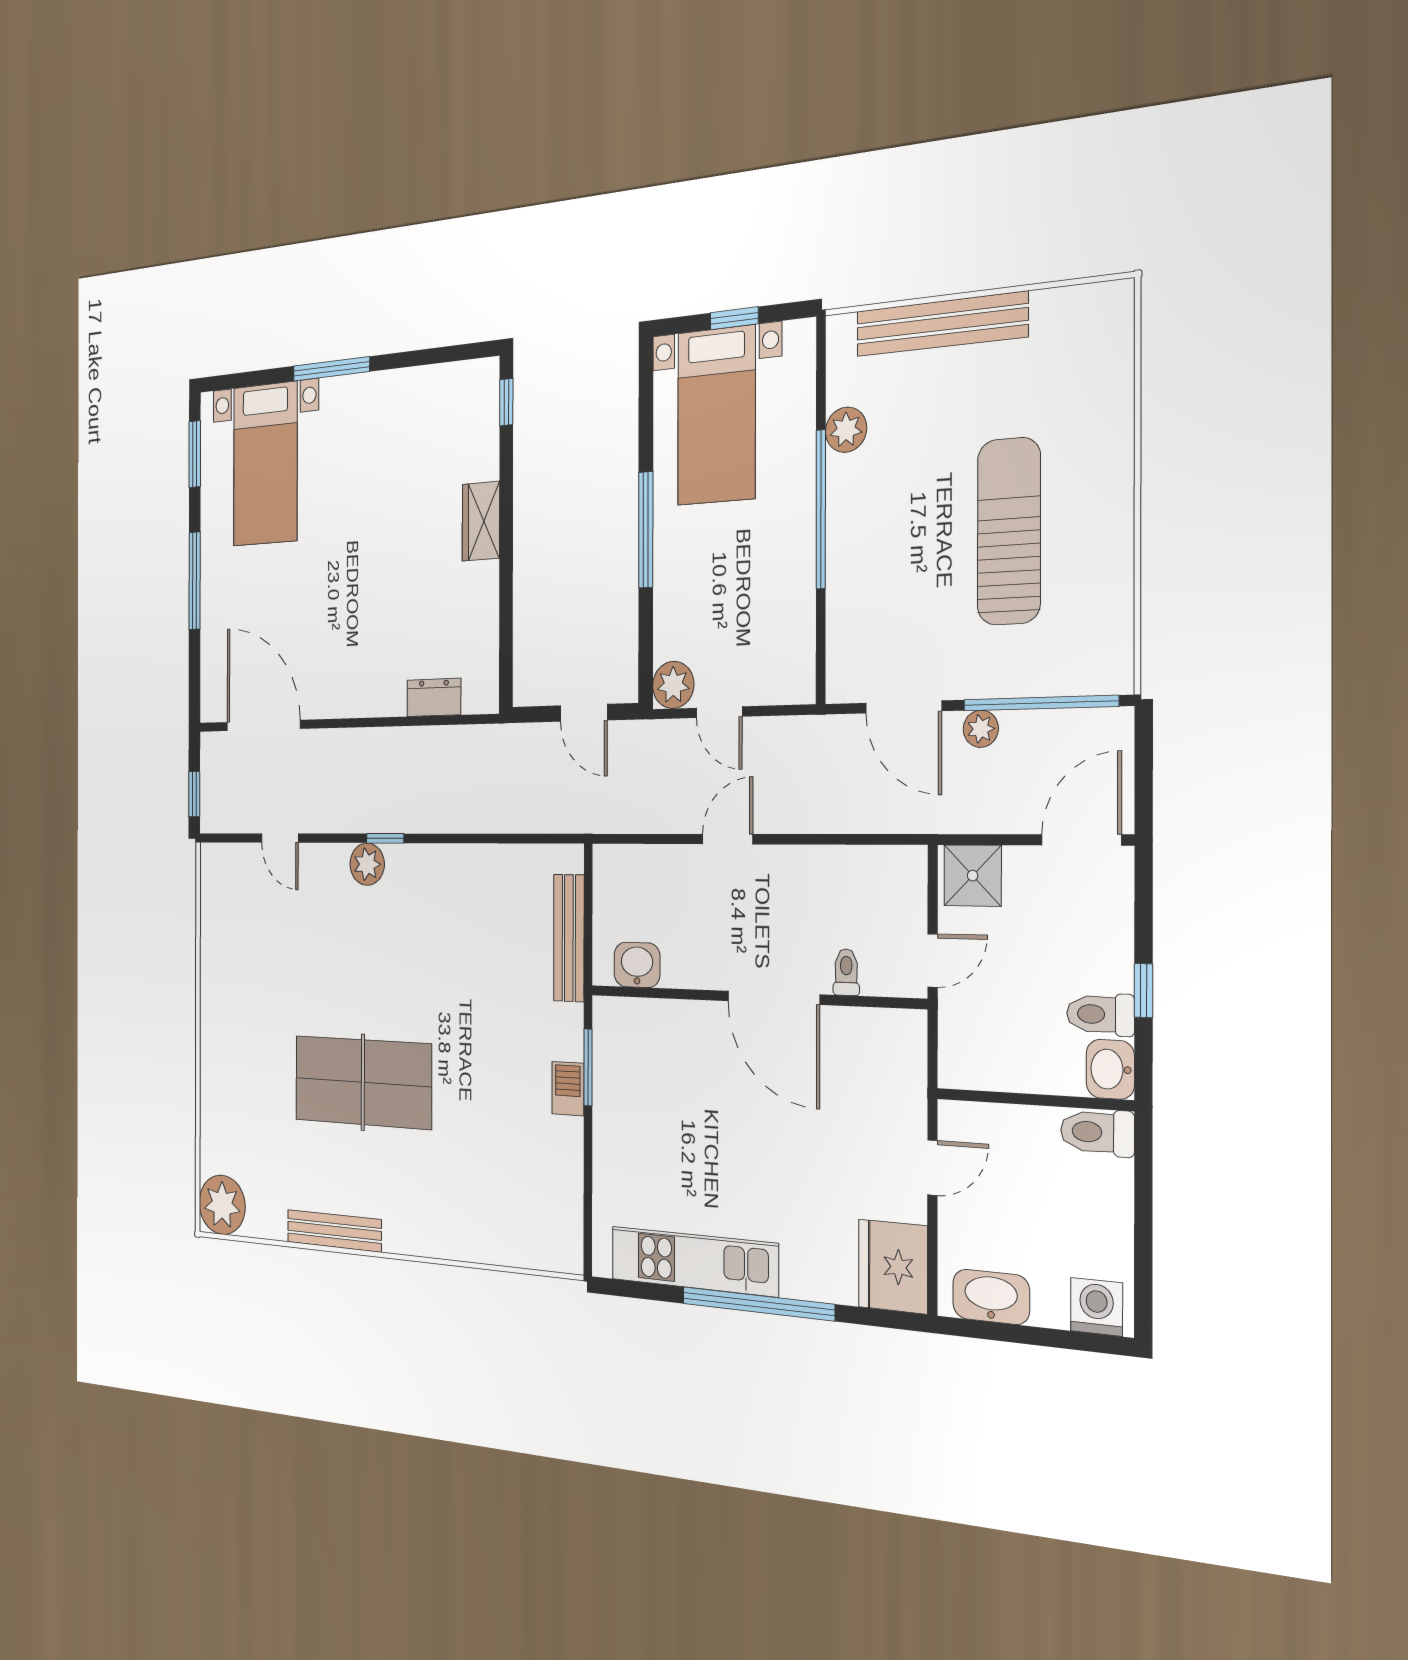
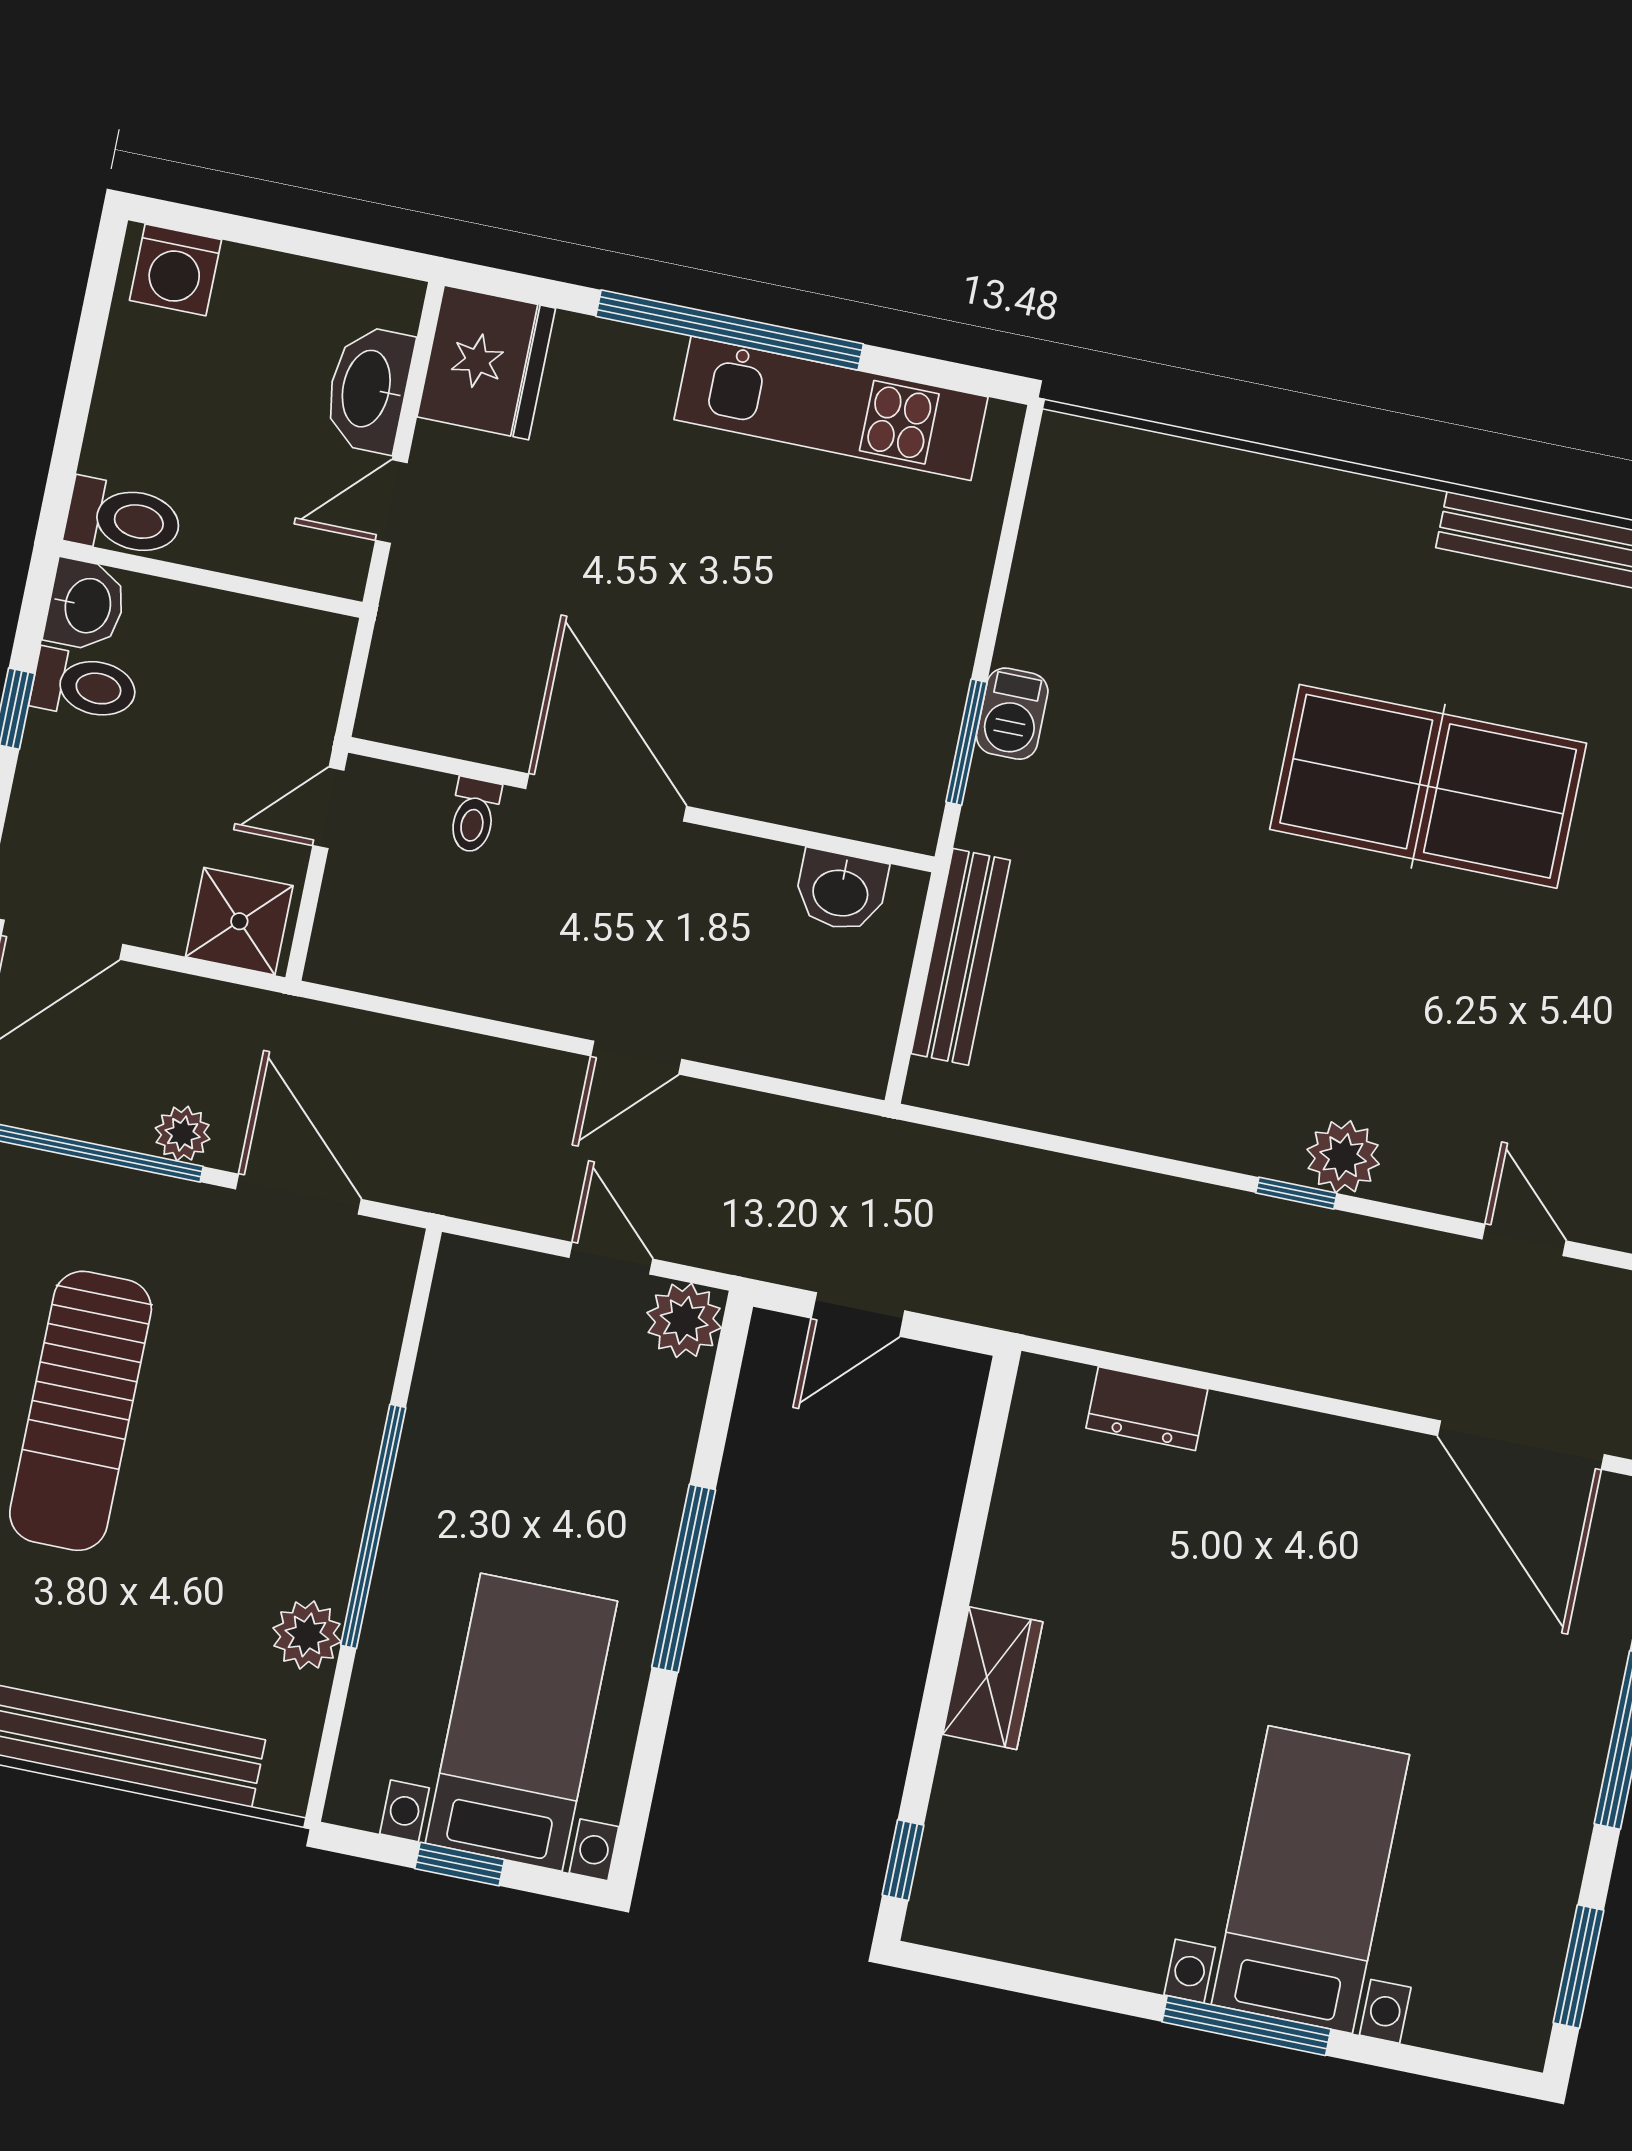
bed with nightstands: (265, 464) -> (1310, 1880), moved
door: (584, 713) -> (858, 1314), swing flipped
washbasin: (991, 1297) -> (368, 389), moved, turned 90

